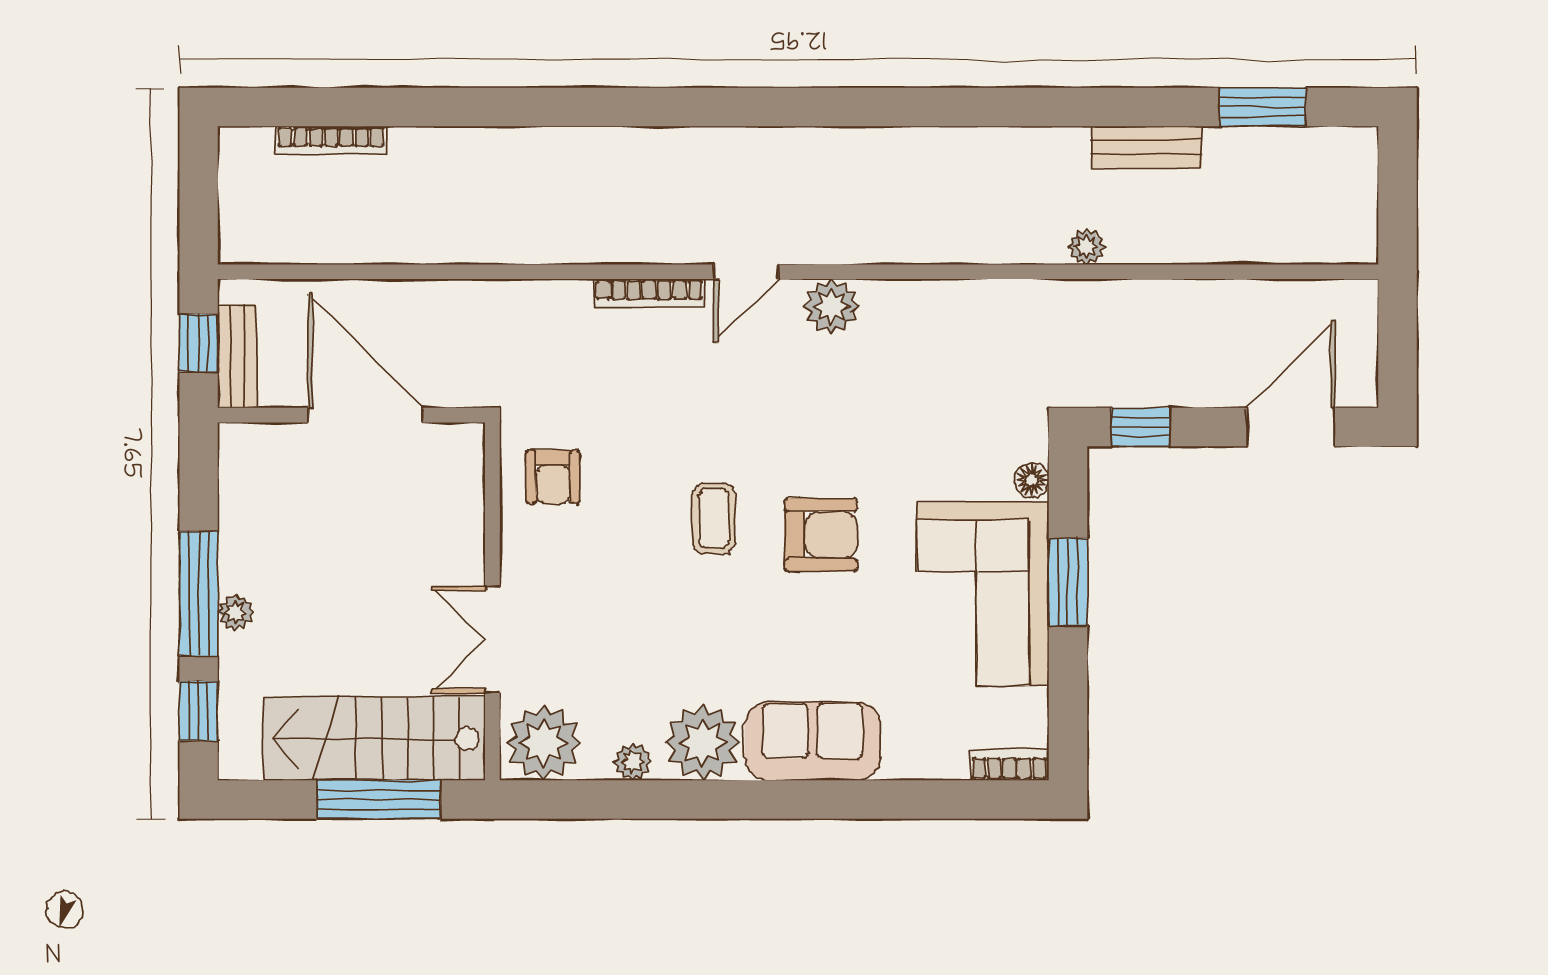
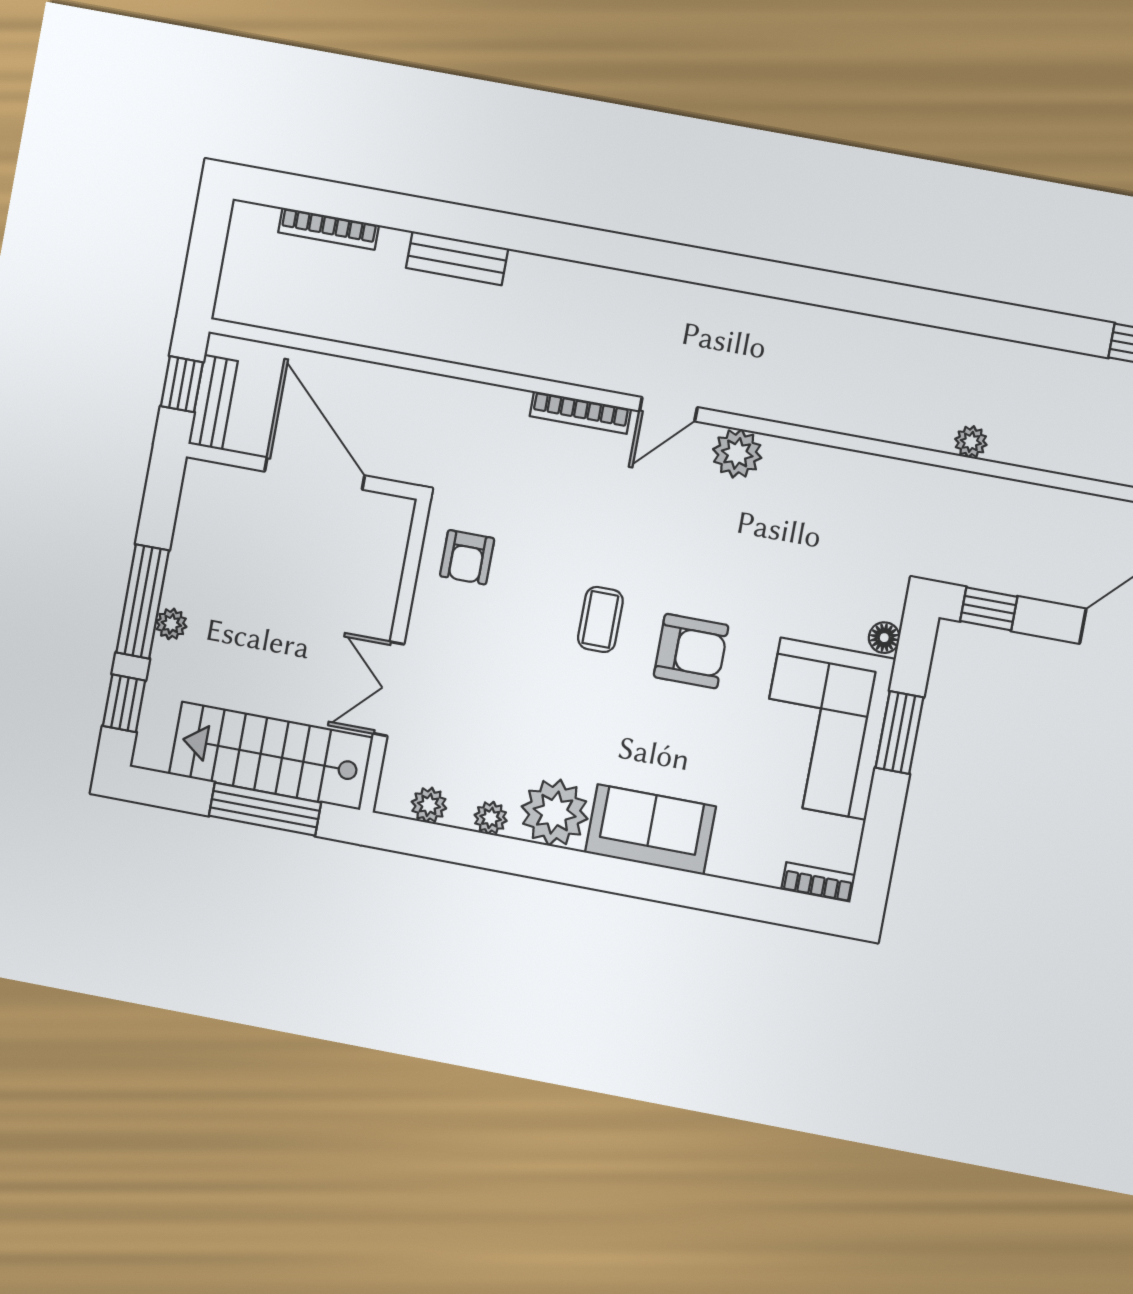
bench: (1147, 147) -> (457, 258), moved
plant: (544, 743) -> (429, 805), width x0.53, depth x0.53

